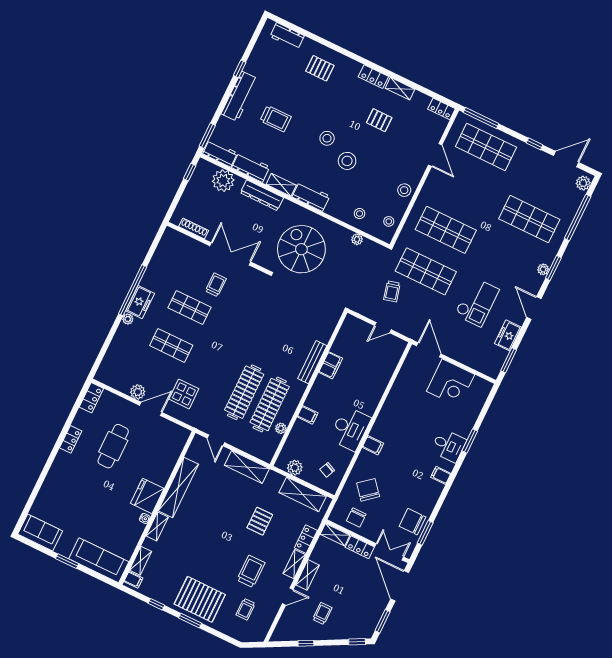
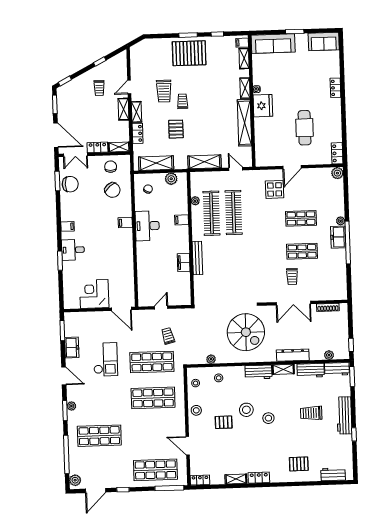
pallet: (379, 120) -> (224, 422), moved
plant: (223, 181) -> (329, 355), width x0.53, depth x0.53
checkout: (477, 302) -> (105, 359), turned 180
plant: (138, 392) -> (337, 173), moved
locker: (71, 439) -> (335, 88), moved
trolley: (246, 609) -> (183, 101), moved

